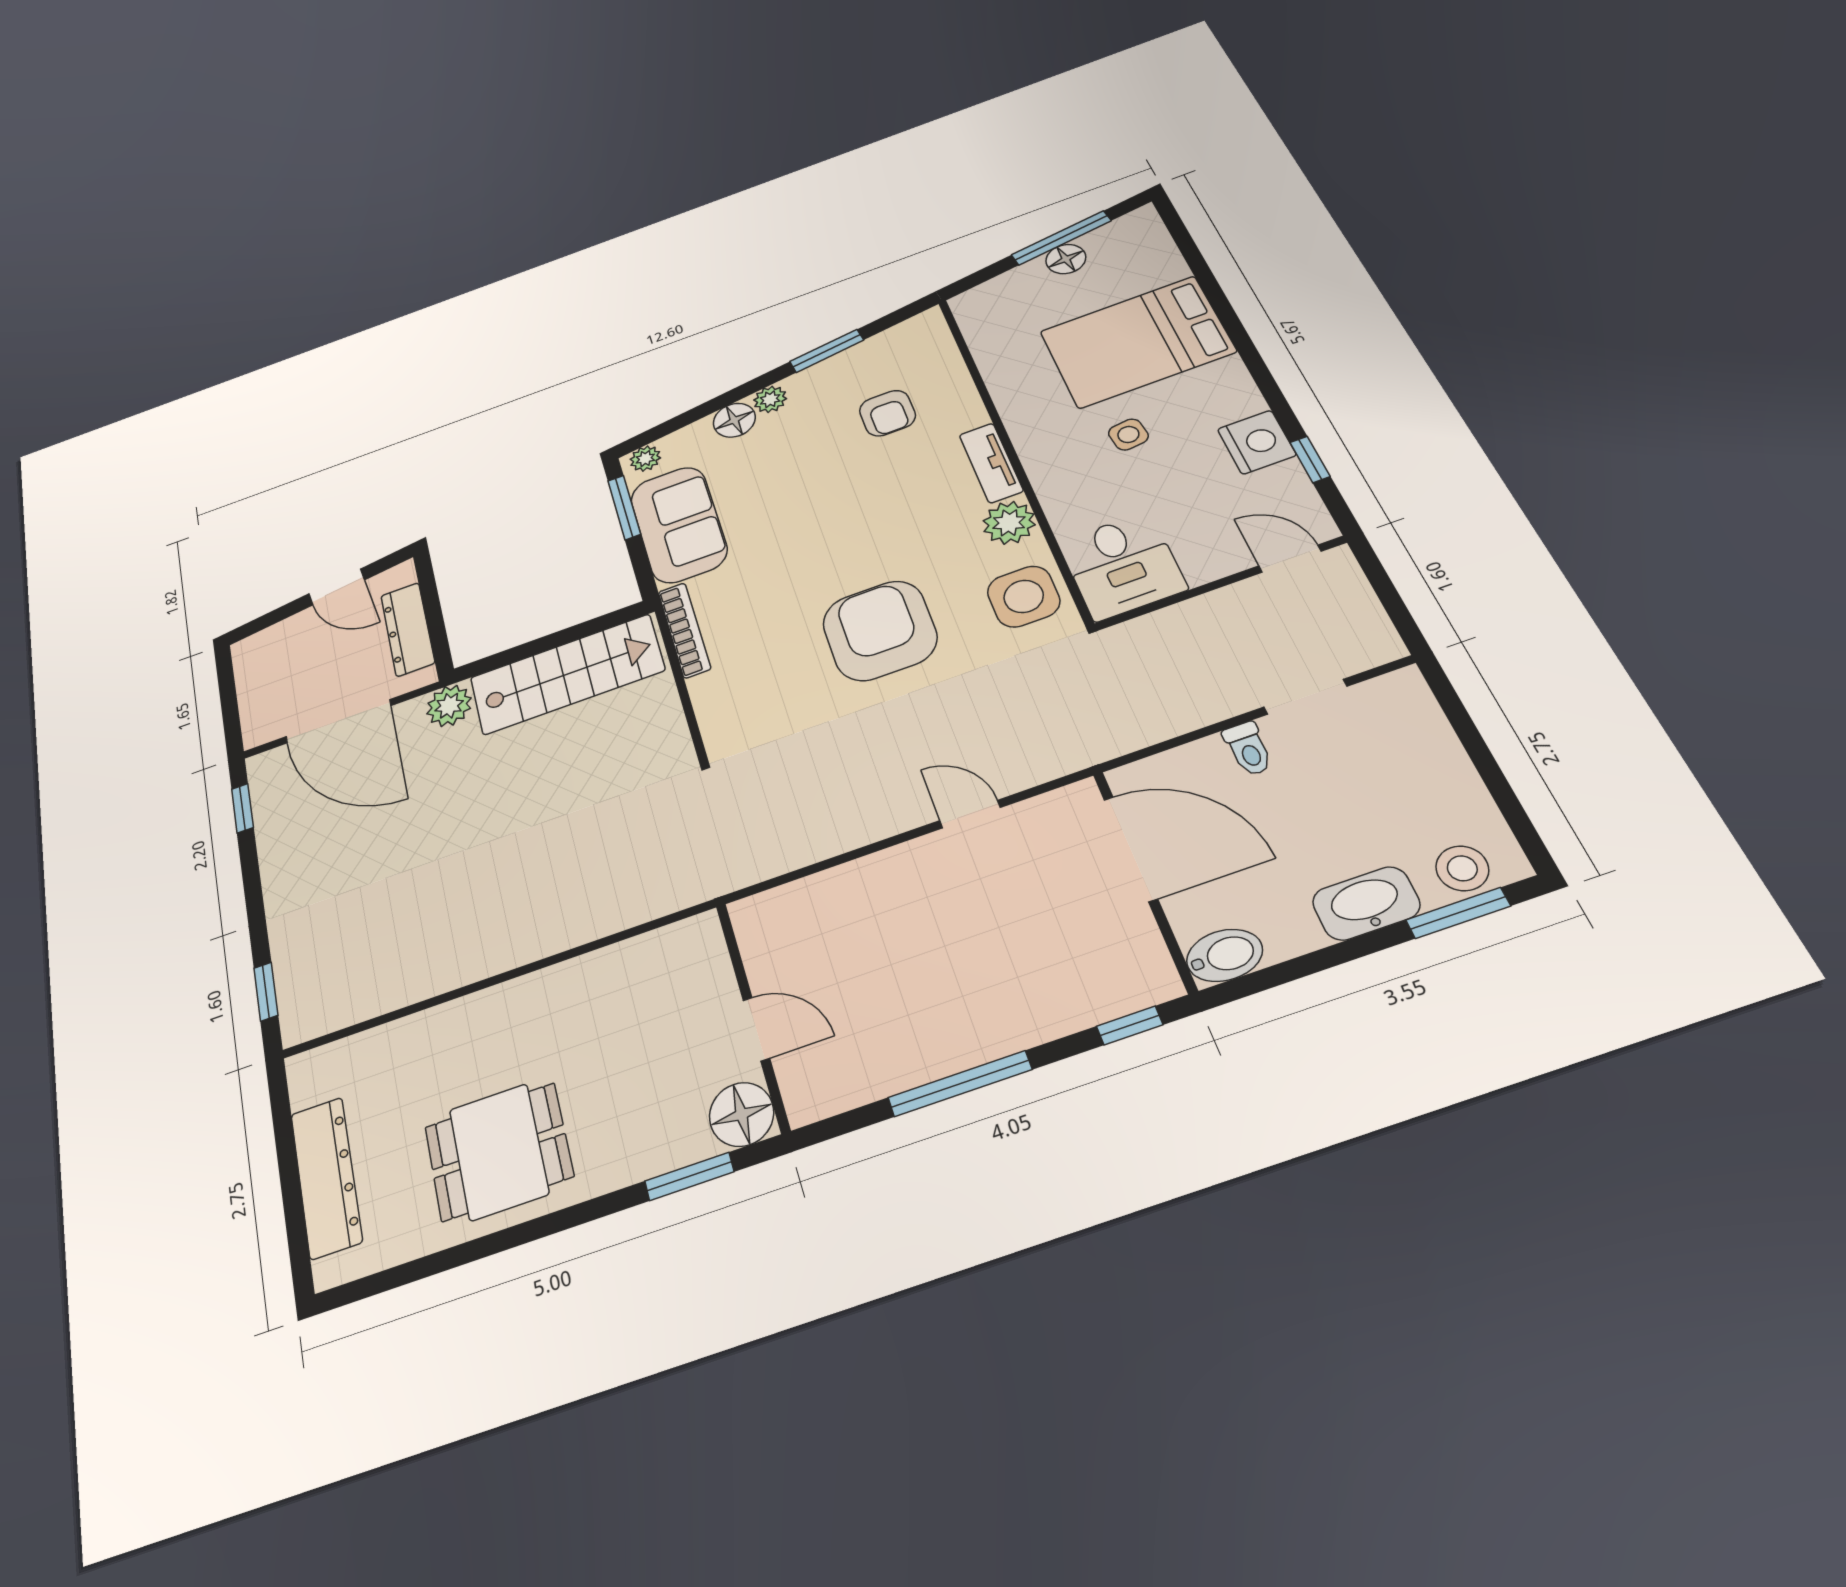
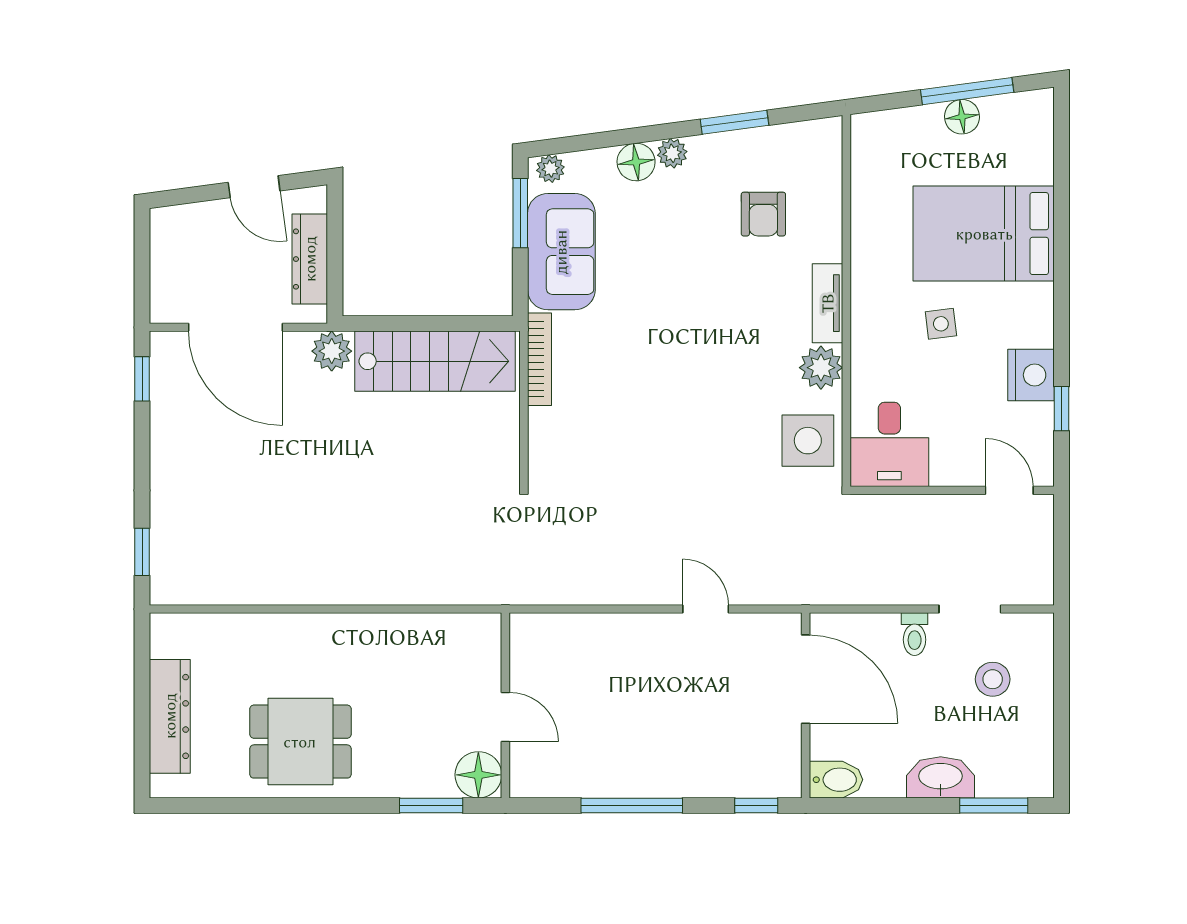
armchair: (880, 630) -> (691, 425), removed
stool: (1462, 868) -> (993, 679), moved

